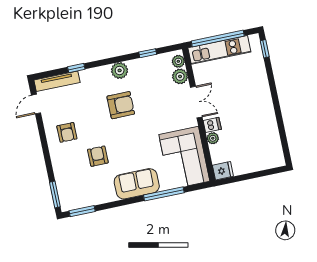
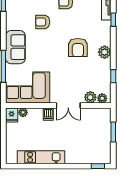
window: (218, 38) -> (113, 132), width x0.47
kitchen unit: (219, 50) -> (41, 157), moved, turned 90
plant: (213, 138) -> (23, 112), moved
armchair: (98, 156) -> (43, 22), turned 180

